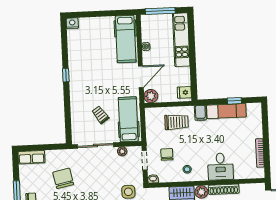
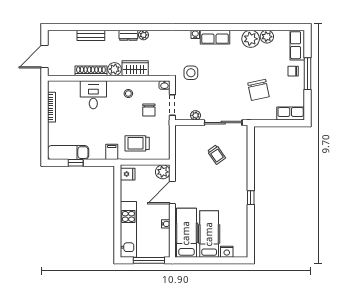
nightstand: (72, 23) -> (227, 252), moved
exam couch: (226, 111) -> (68, 153), moved
hospital bed: (128, 119) -> (209, 234), moved, turned 180

